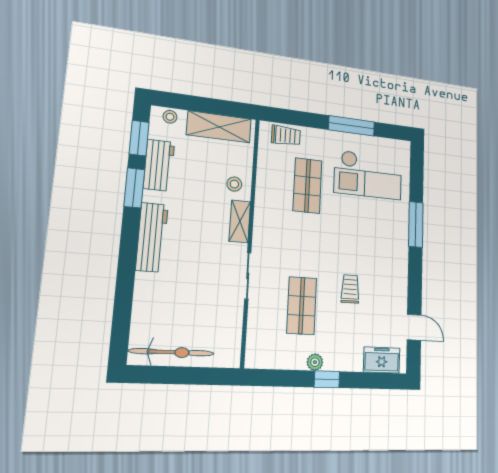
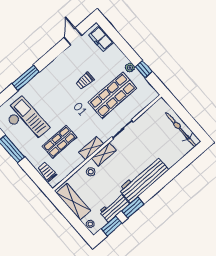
shelving: (263, 214) -> (91, 148), added
workbench: (152, 237) -> (144, 180), width x1.36, depth x1.32
shop shelf: (302, 306) -> (112, 95), width x1.43, depth x1.36
window: (327, 379) -> (144, 69), moved

